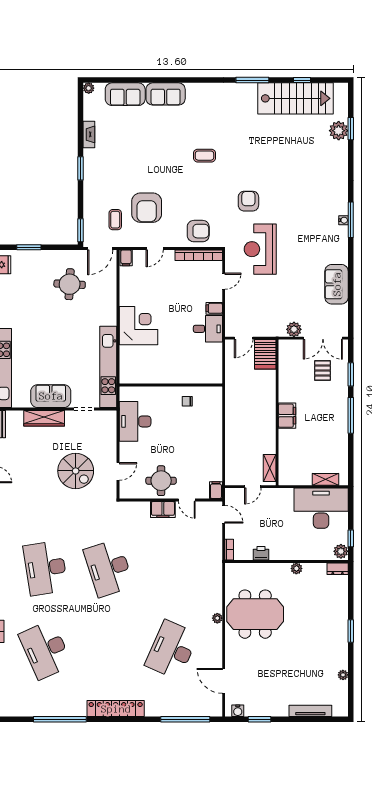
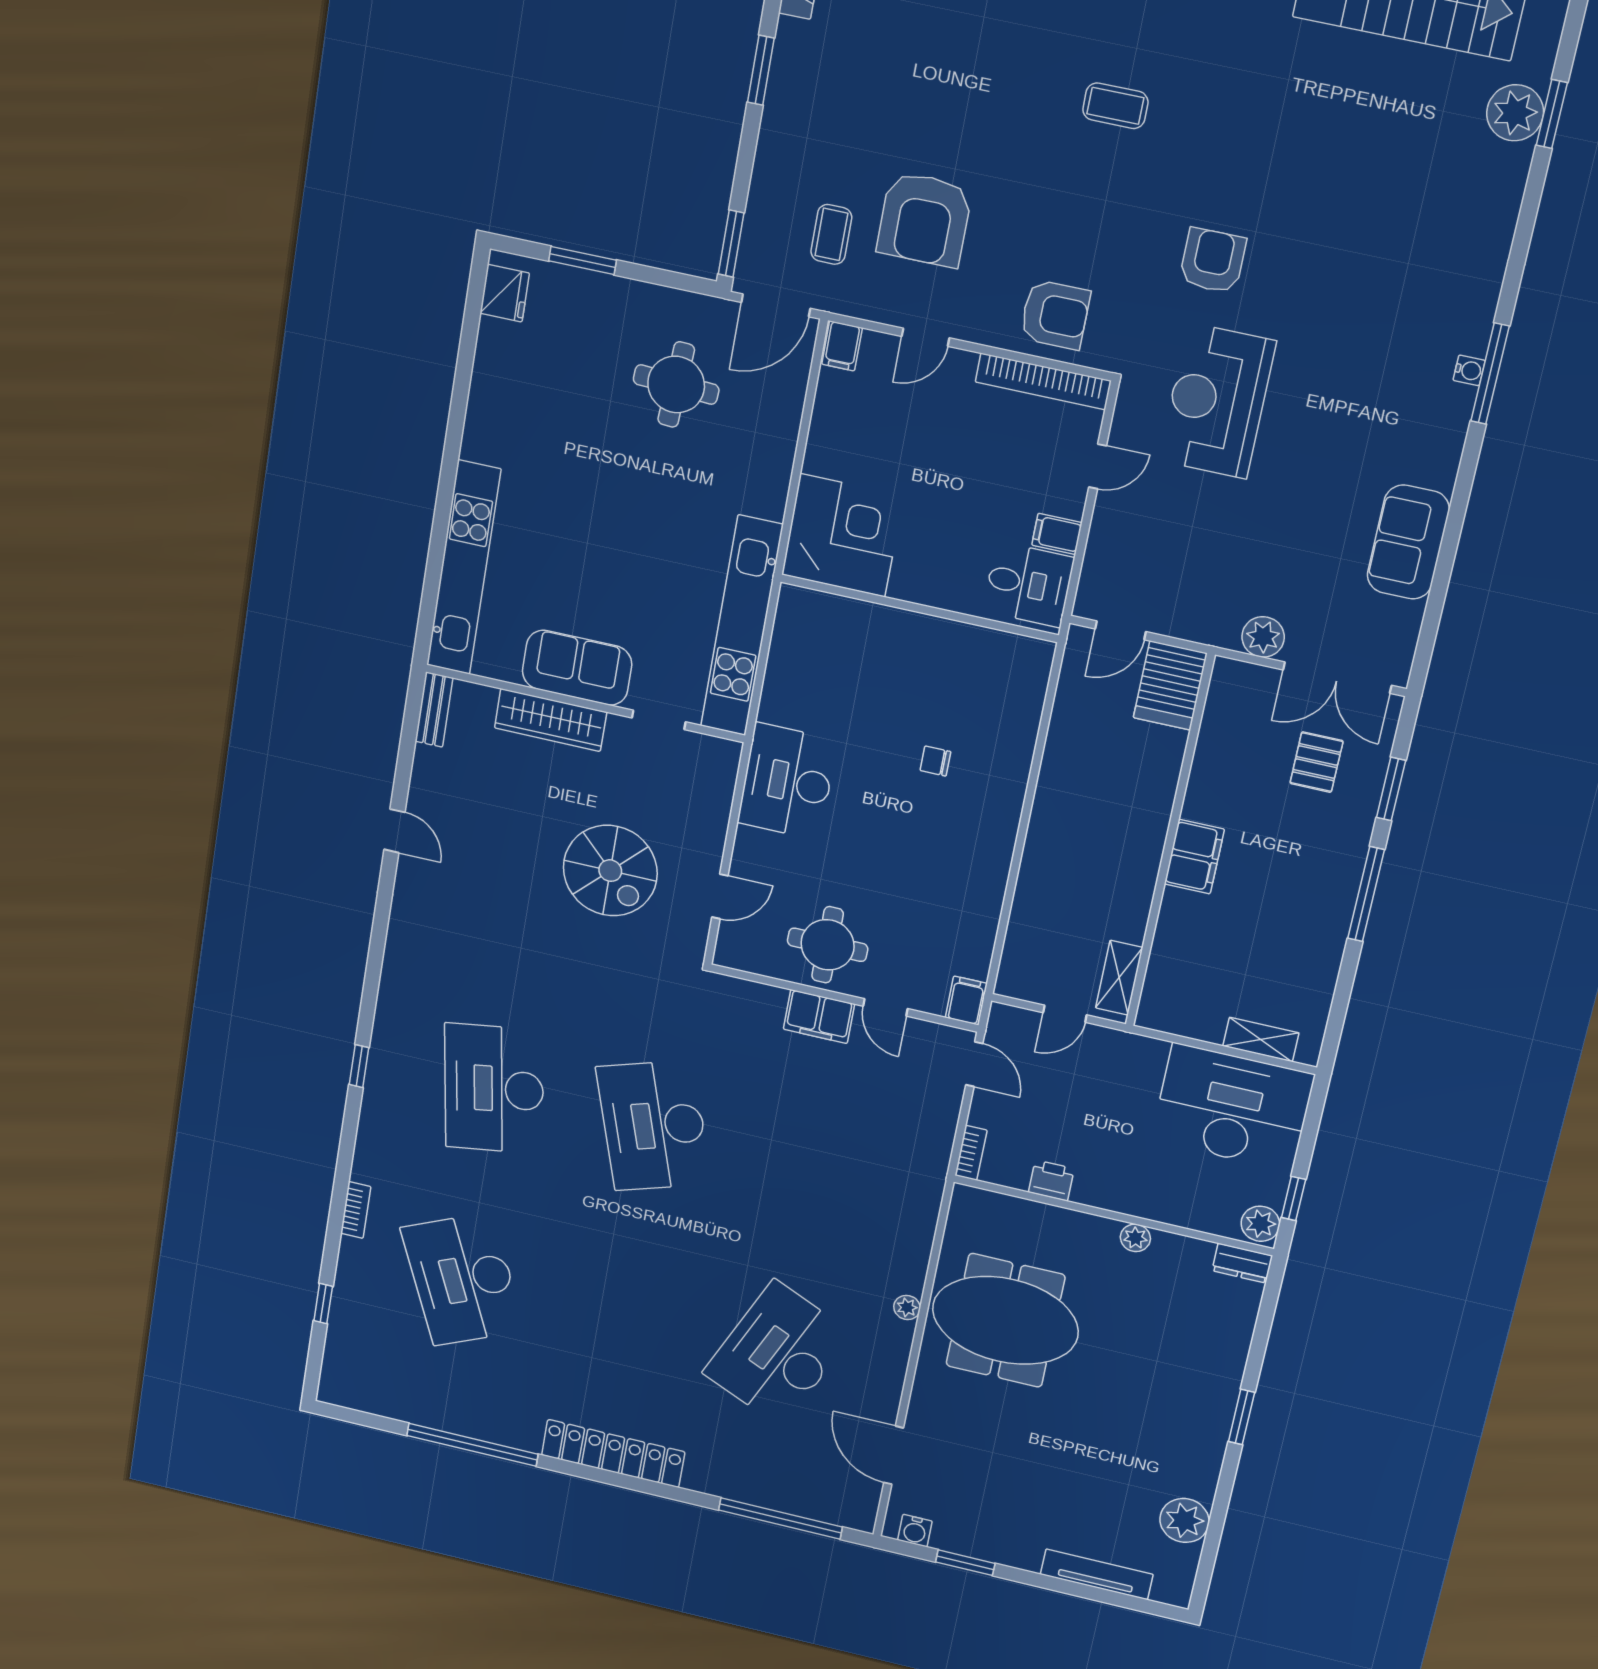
wall: (171, 385) -> (919, 608), moved
plant: (343, 675) -> (1184, 1520), width x1.87, depth x1.87

